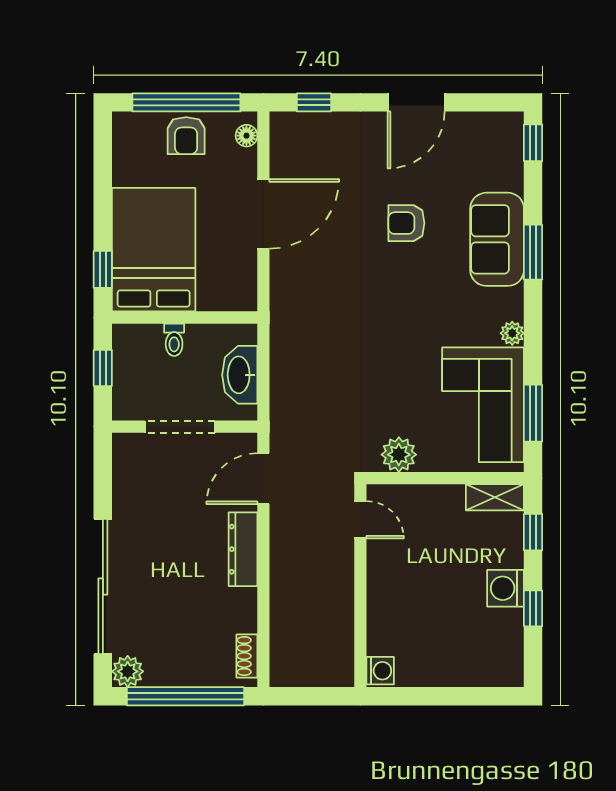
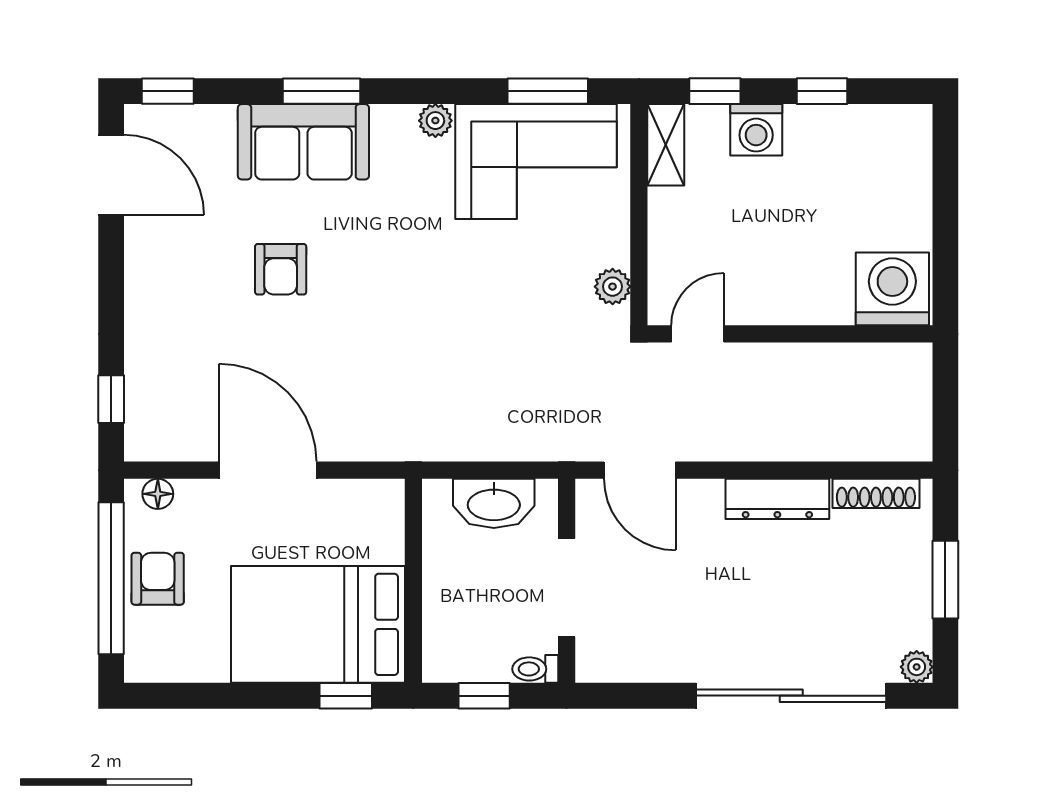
door: (416, 102) -> (111, 175), moved
armchair: (186, 136) -> (158, 579), turned -90
toilet: (174, 340) -> (535, 669), moved, turned 180
plant: (399, 455) -> (613, 287), width x0.73, depth x0.73
dresser: (243, 549) -> (777, 499), moved
washing machine: (506, 588) -> (756, 130), moved
shoe rack: (247, 656) -> (876, 493), width x1.43
plant: (128, 671) -> (917, 667), width x0.73, depth x0.73
washing machine: (380, 671) -> (892, 289), width x1.89, depth x1.89
window: (185, 696) -> (945, 580), width x0.47

